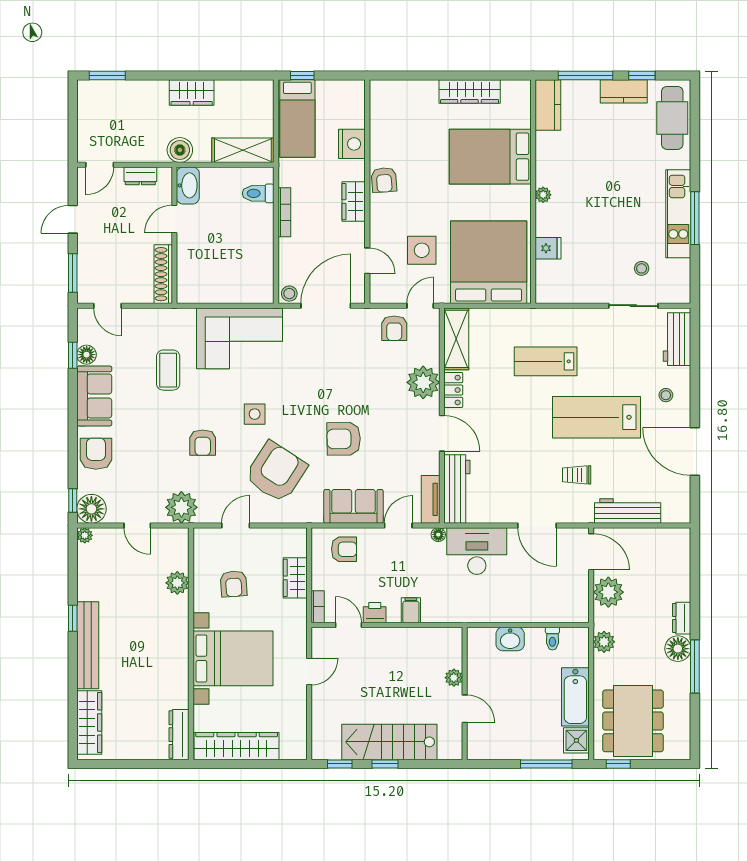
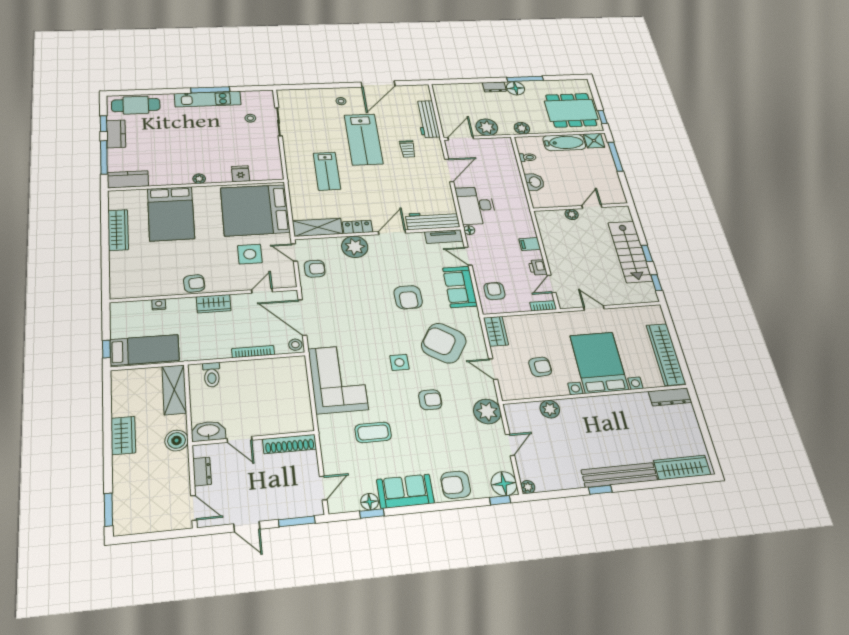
nightstand: (352, 144) -> (159, 304), width x0.53, depth x0.56
bookcase: (284, 212) -> (253, 352), moved
workbench: (677, 339) -> (300, 96), removed
wardrobe: (295, 578) -> (496, 331), moved, turned -90

